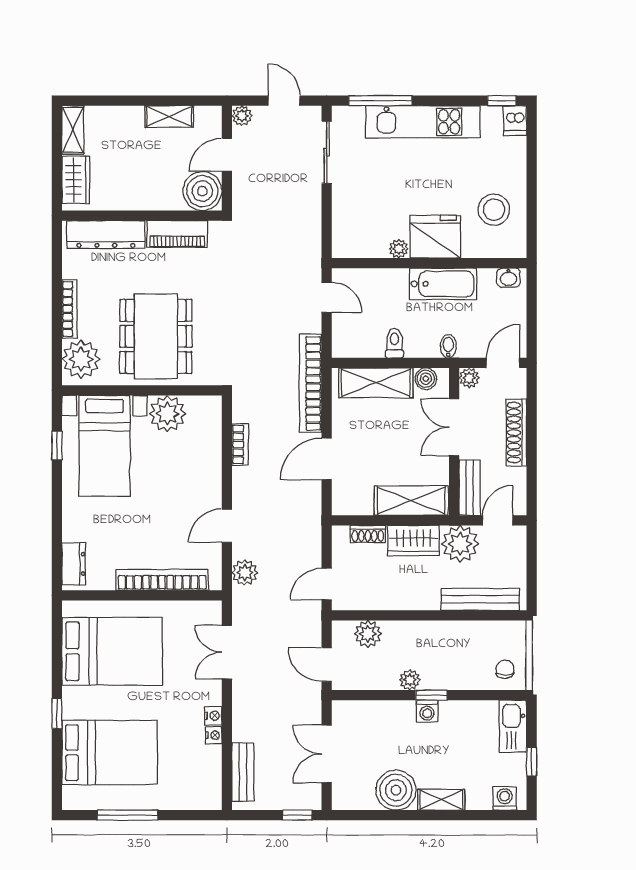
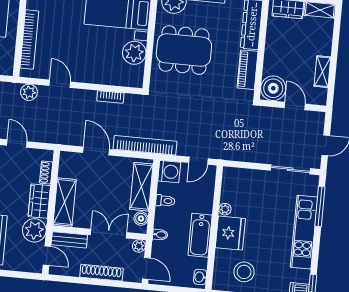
plant: (242, 116) -> (319, 118), removed
washing machine: (348, 341) -> (169, 172), added

